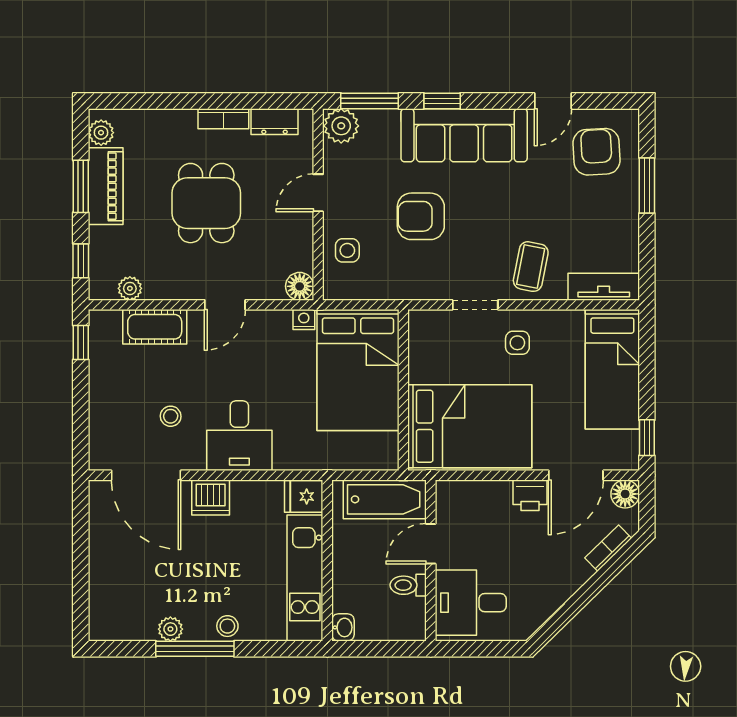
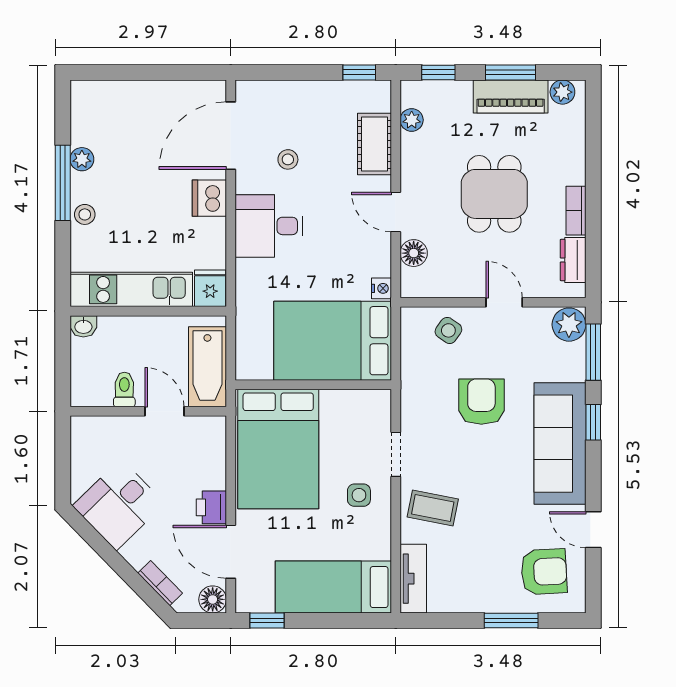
dining table: (206, 203) -> (494, 194), turned 90
side table: (347, 250) -> (448, 330), turned 35
floor lamp: (300, 286) -> (414, 253), moved
desk: (471, 603) -> (119, 505), moved, turned -134

